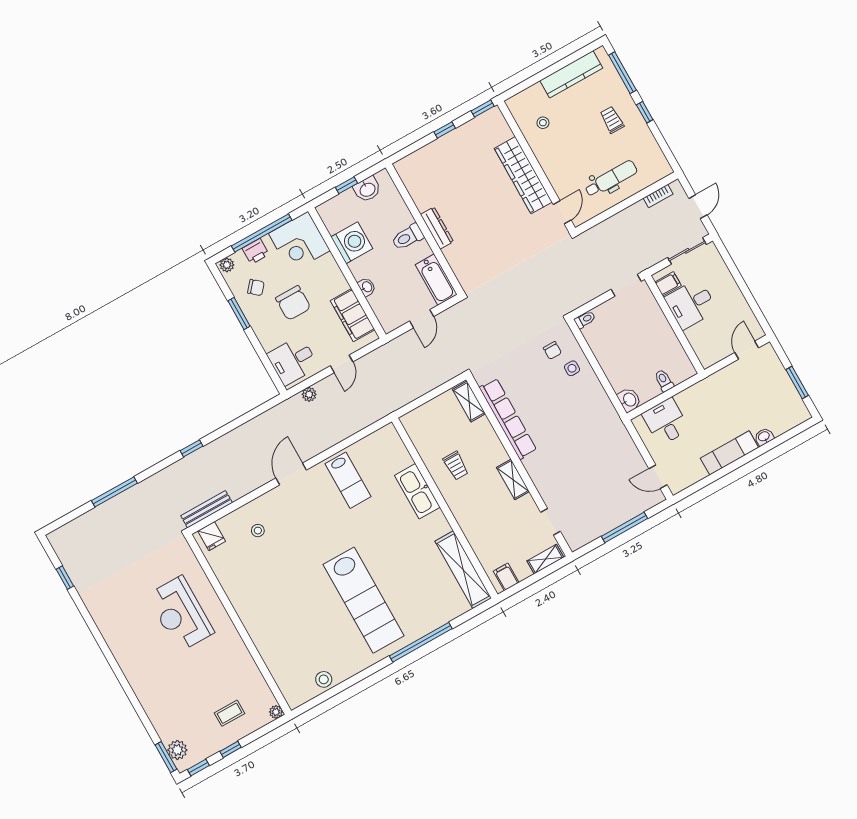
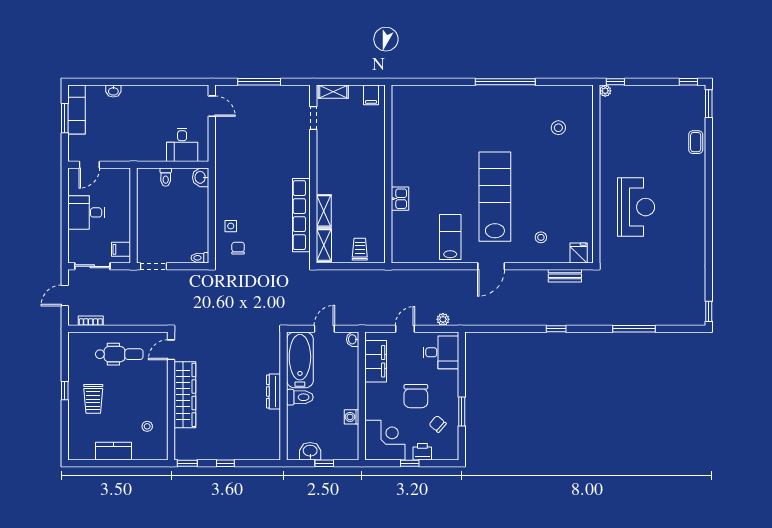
window: (622, 73) -> (65, 430), removed
kitchen counter: (571, 74) -> (114, 451), width x0.67
trolley: (612, 120) -> (93, 399), width x1.36, depth x1.39
dental chair: (611, 179) -> (119, 354), turned 180
window: (262, 233) -> (410, 463), width x0.32
washing machine: (352, 243) -> (351, 417), width x0.53, depth x0.53
plant: (227, 265) -> (450, 454), removed
bathtub: (436, 280) -> (300, 360), width x1.36, depth x1.36
washbasin: (367, 287) -> (353, 339), moved
chair: (293, 303) -> (416, 396), turned 180
desk: (691, 304) -> (86, 212), moved, turned 180
exam couch: (729, 453) -> (77, 110), moved, turned -90
trolley: (456, 466) -> (360, 249), moved
shelving: (513, 480) -> (324, 211), moved
kitchen sink: (417, 491) -> (400, 199), width x0.53, depth x0.81
bench: (207, 509) -> (565, 276), width x0.73
shelving: (463, 570) -> (401, 119), removed
window: (65, 578) -> (709, 311), moved
lab bench: (364, 600) -> (495, 197), moved
window: (421, 642) -> (505, 82), moved
stool: (324, 679) -> (558, 128), moved
coffee table: (229, 713) -> (696, 142), moved, turned 90
window: (230, 749) -> (615, 82), moved
plant: (177, 750) -> (697, 104), removed

